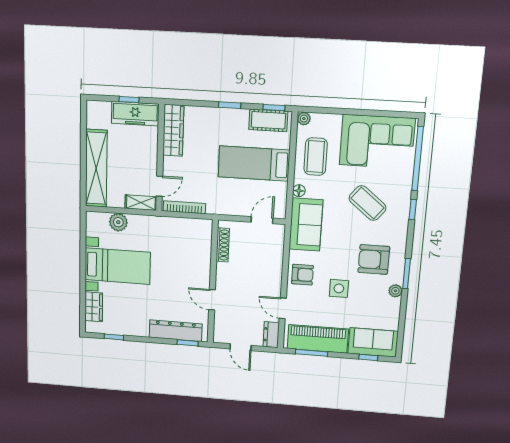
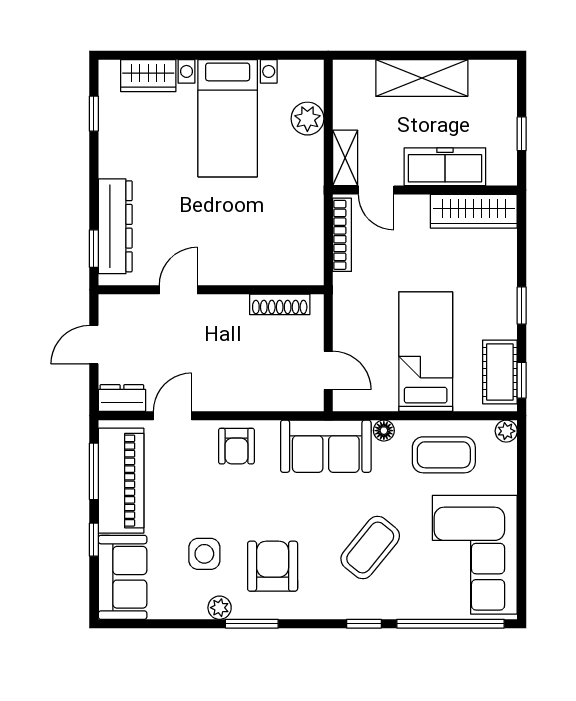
freezer: (135, 114) -> (445, 167), moved, turned 90
shelving: (96, 168) -> (422, 78), width x0.68
side table: (339, 288) -> (204, 554), moved
window: (368, 357) -> (94, 540), moved

